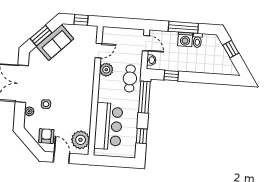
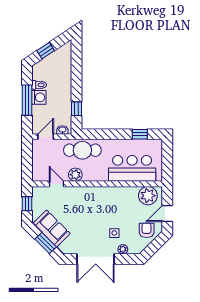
cafe table: (130, 78) -> (82, 150), width x1.37, depth x1.35
window: (144, 97) -> (100, 134), removed
armchair: (46, 136) -> (147, 230), turned 90

